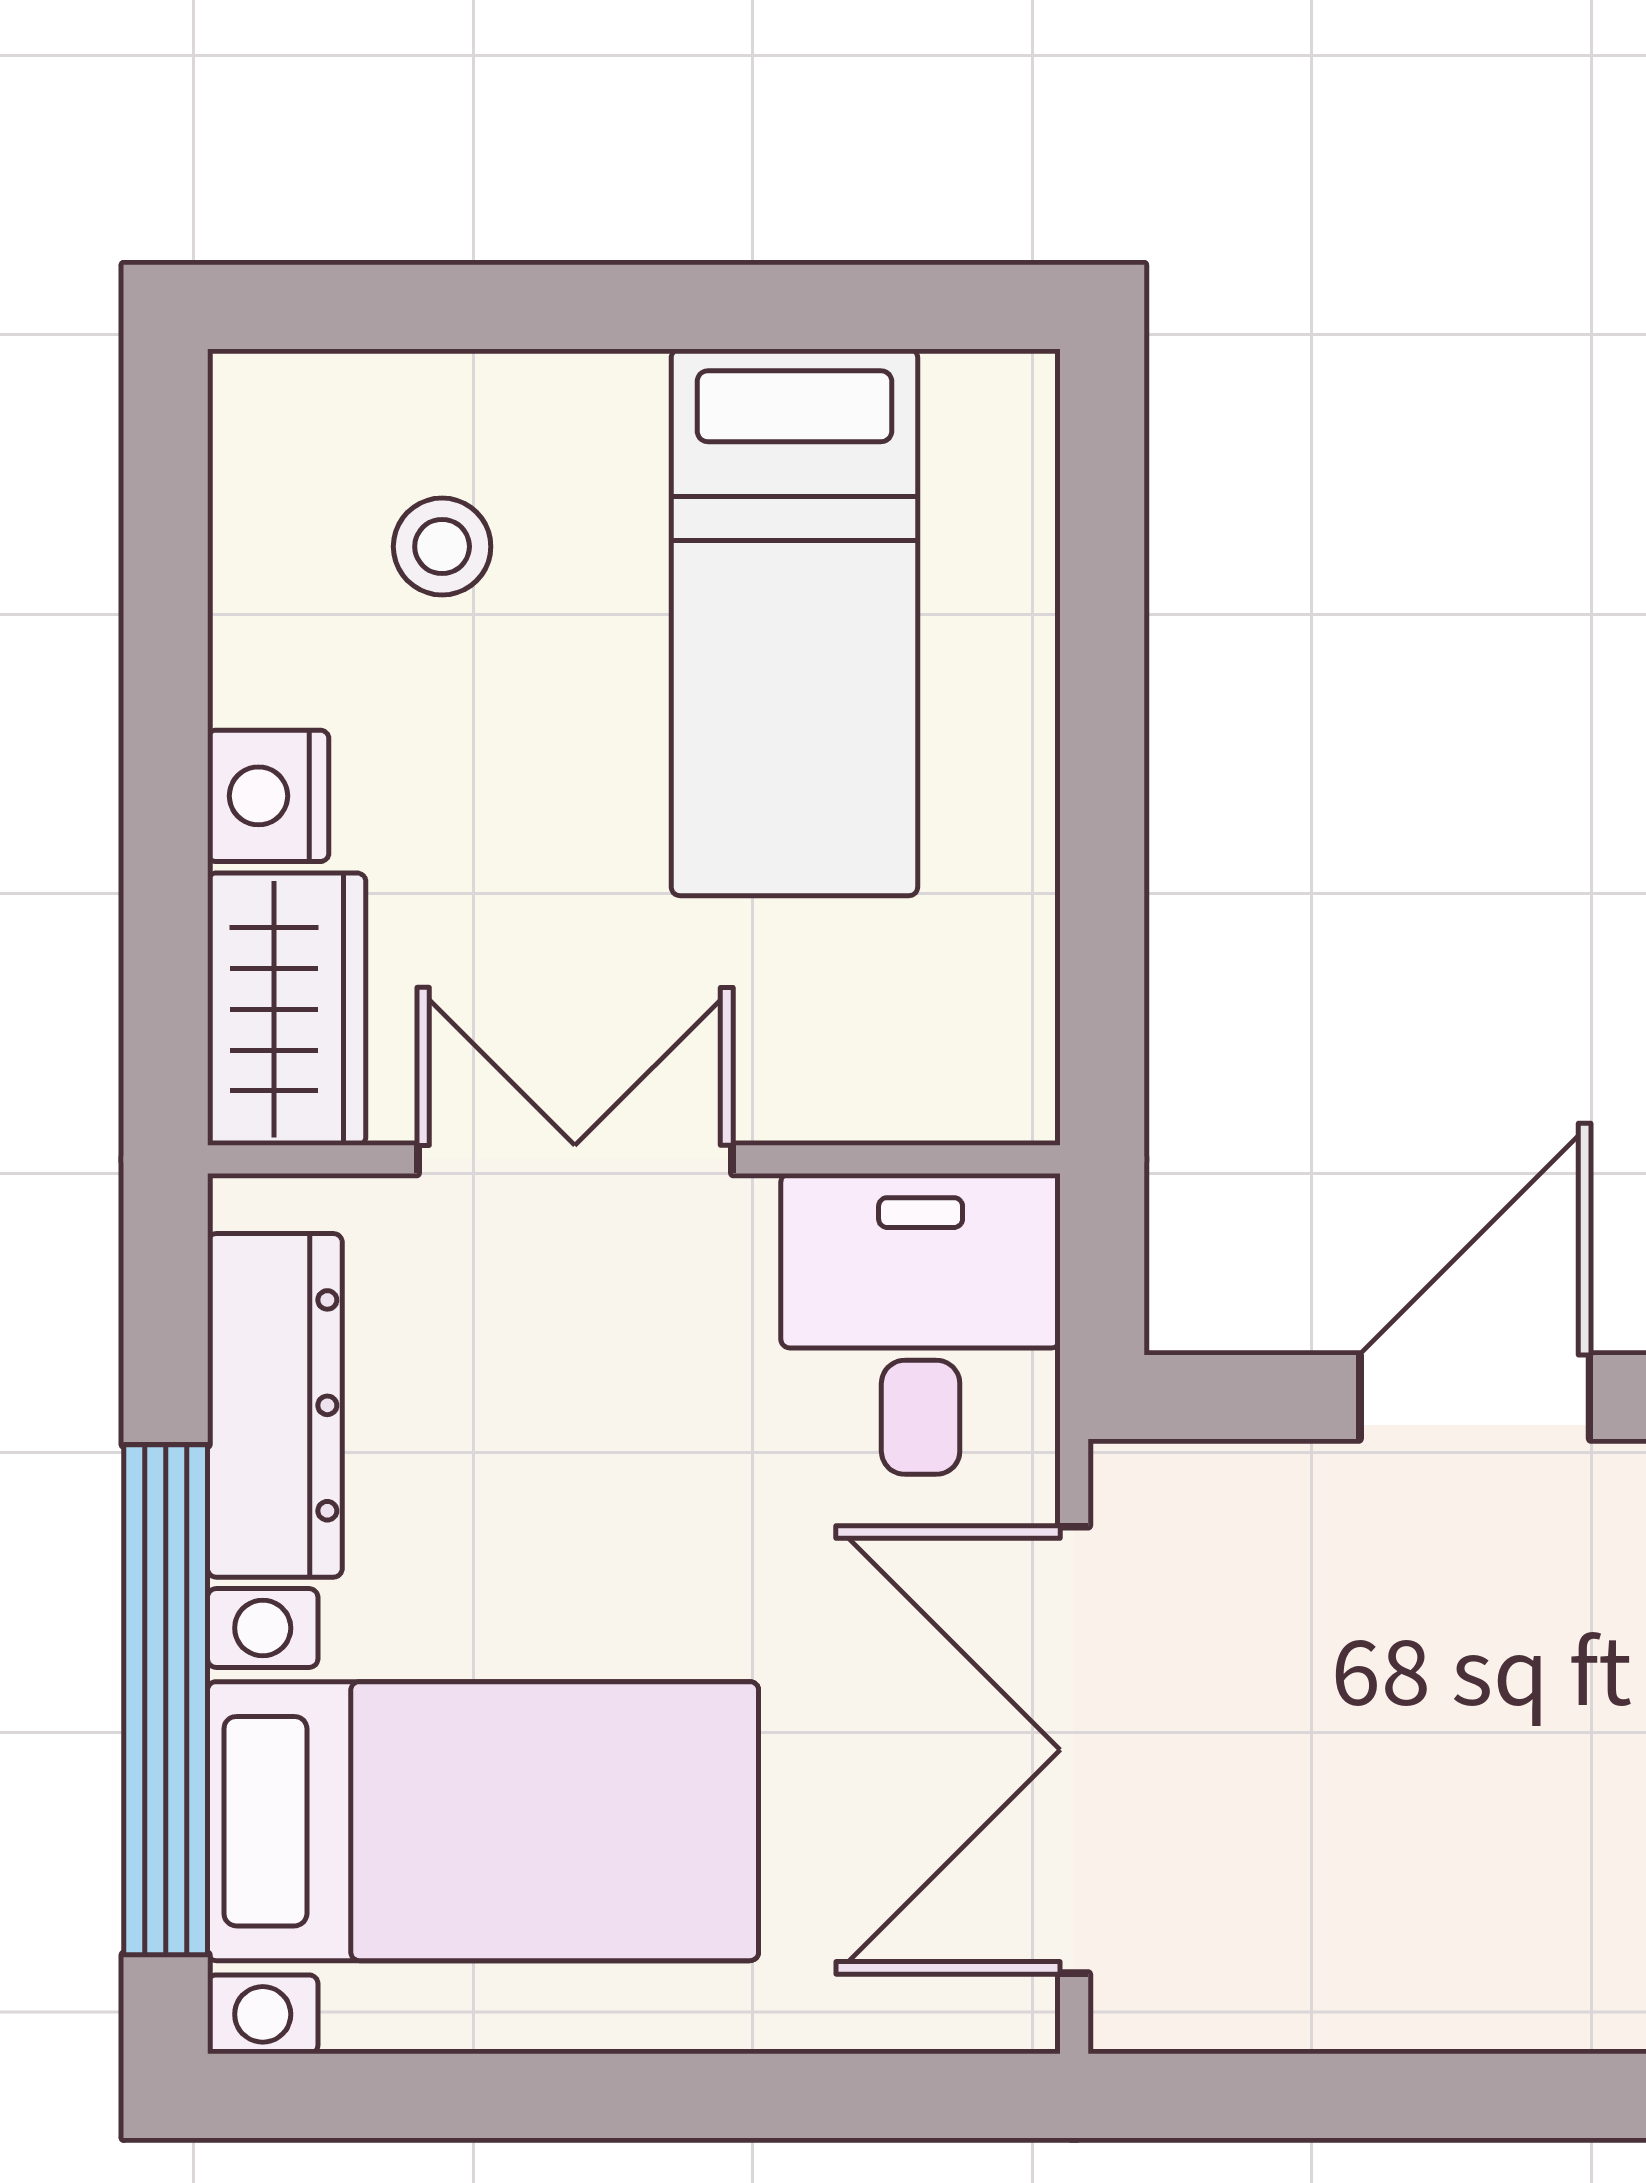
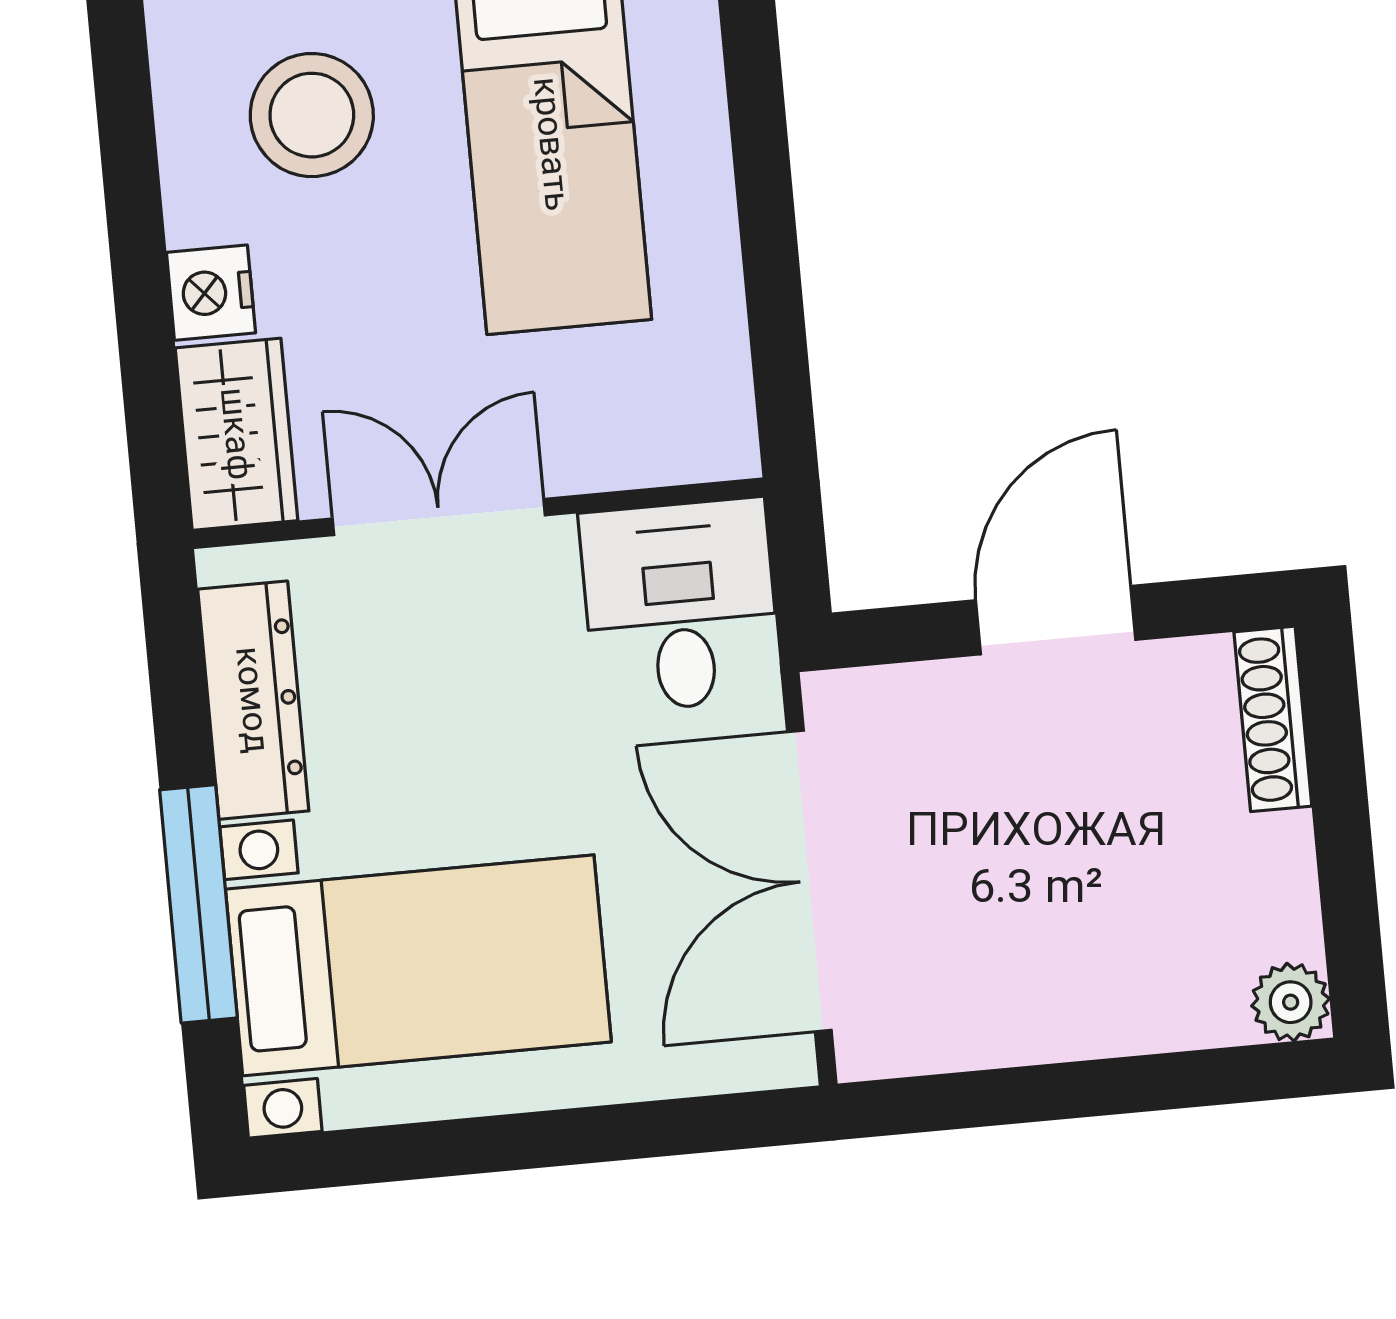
stool: (442, 547) -> (312, 115), width x1.89, depth x1.89
window: (166, 1700) -> (198, 904), width x0.68

